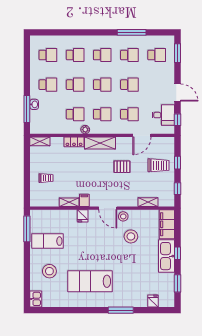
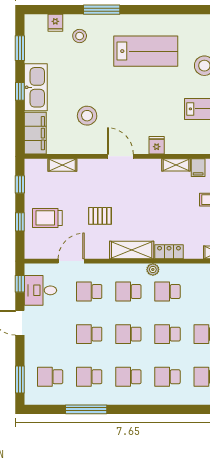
filing cabinet: (84, 200) -> (198, 168), moved
stool: (123, 216) -> (80, 36), moved

